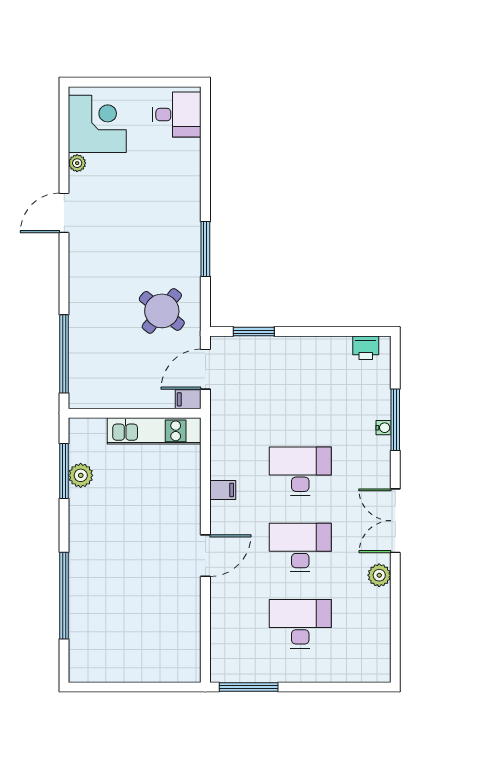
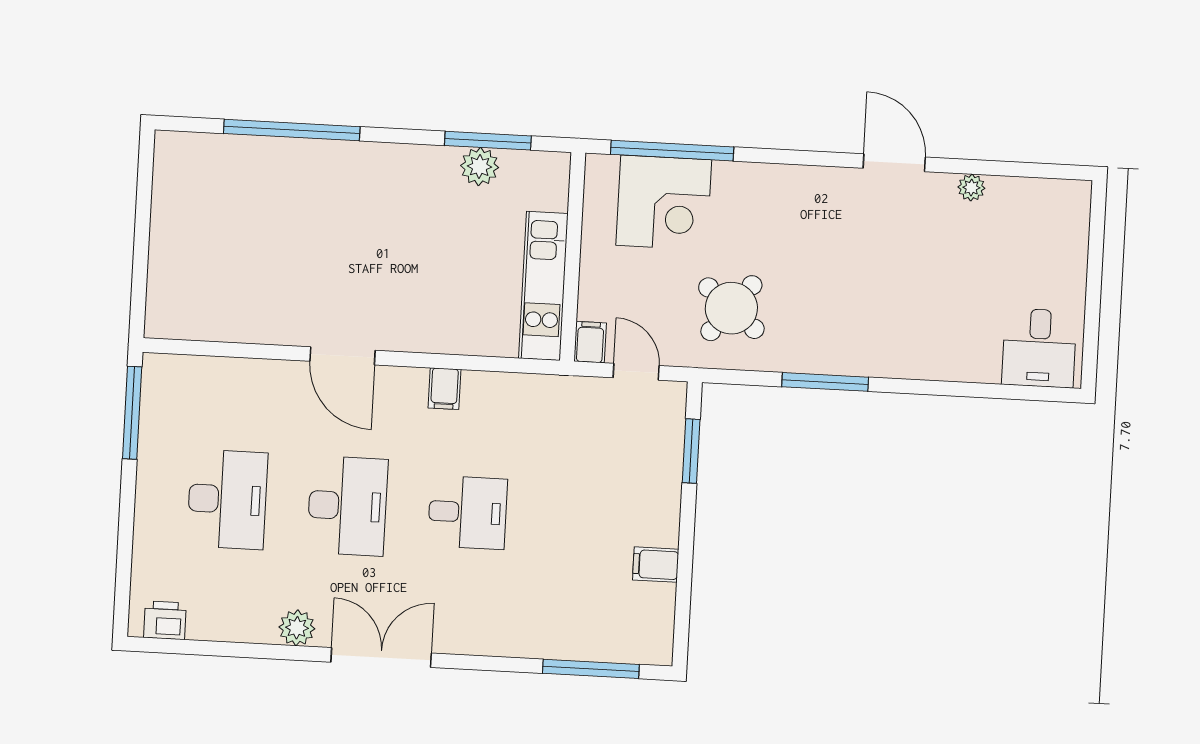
corner desk: (97, 124) -> (664, 203), moved
printer: (366, 348) -> (165, 620), moved, turned 90
filing cabinet: (327, 350) -> (656, 565), added
door: (205, 369) -> (636, 372), width x0.73
window: (395, 420) -> (591, 669), moved
water cooler: (383, 428) -> (529, 647), removed
desk: (300, 471) -> (468, 512), width x0.73

